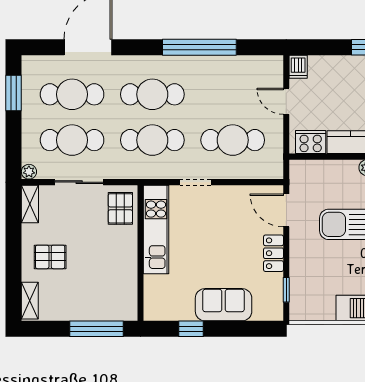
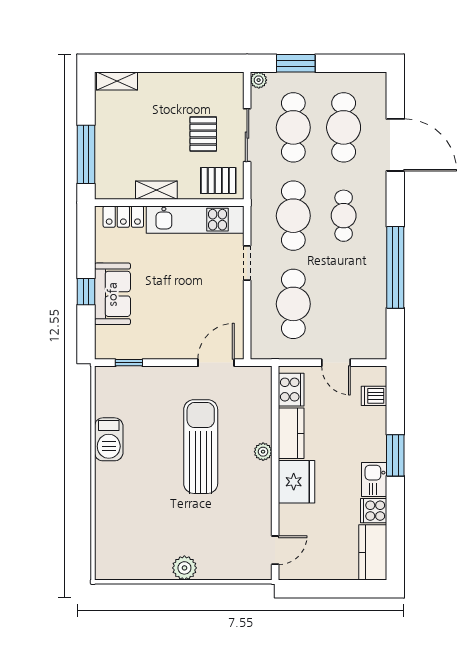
dishwasher: (298, 67) -> (374, 396), moved
window: (14, 93) -> (296, 63), moved
cafe table: (152, 94) -> (344, 216), width x0.73, depth x0.74
door: (286, 101) -> (336, 363), swing flipped
shelving: (30, 204) -> (156, 190), moved
locker: (274, 253) -> (123, 217), moved, turned 180
pallet: (50, 257) -> (203, 134), moved
window: (191, 329) -> (86, 292), moved

